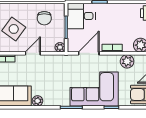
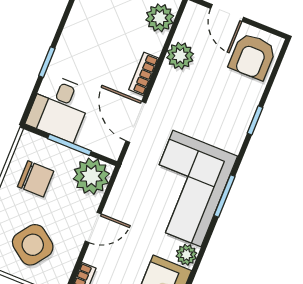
plant: (60, 47) -> (91, 176), width x1.87, depth x1.87
door: (33, 53) -> (93, 227), swing flipped
corner sofa: (94, 89) -> (187, 188), moved

